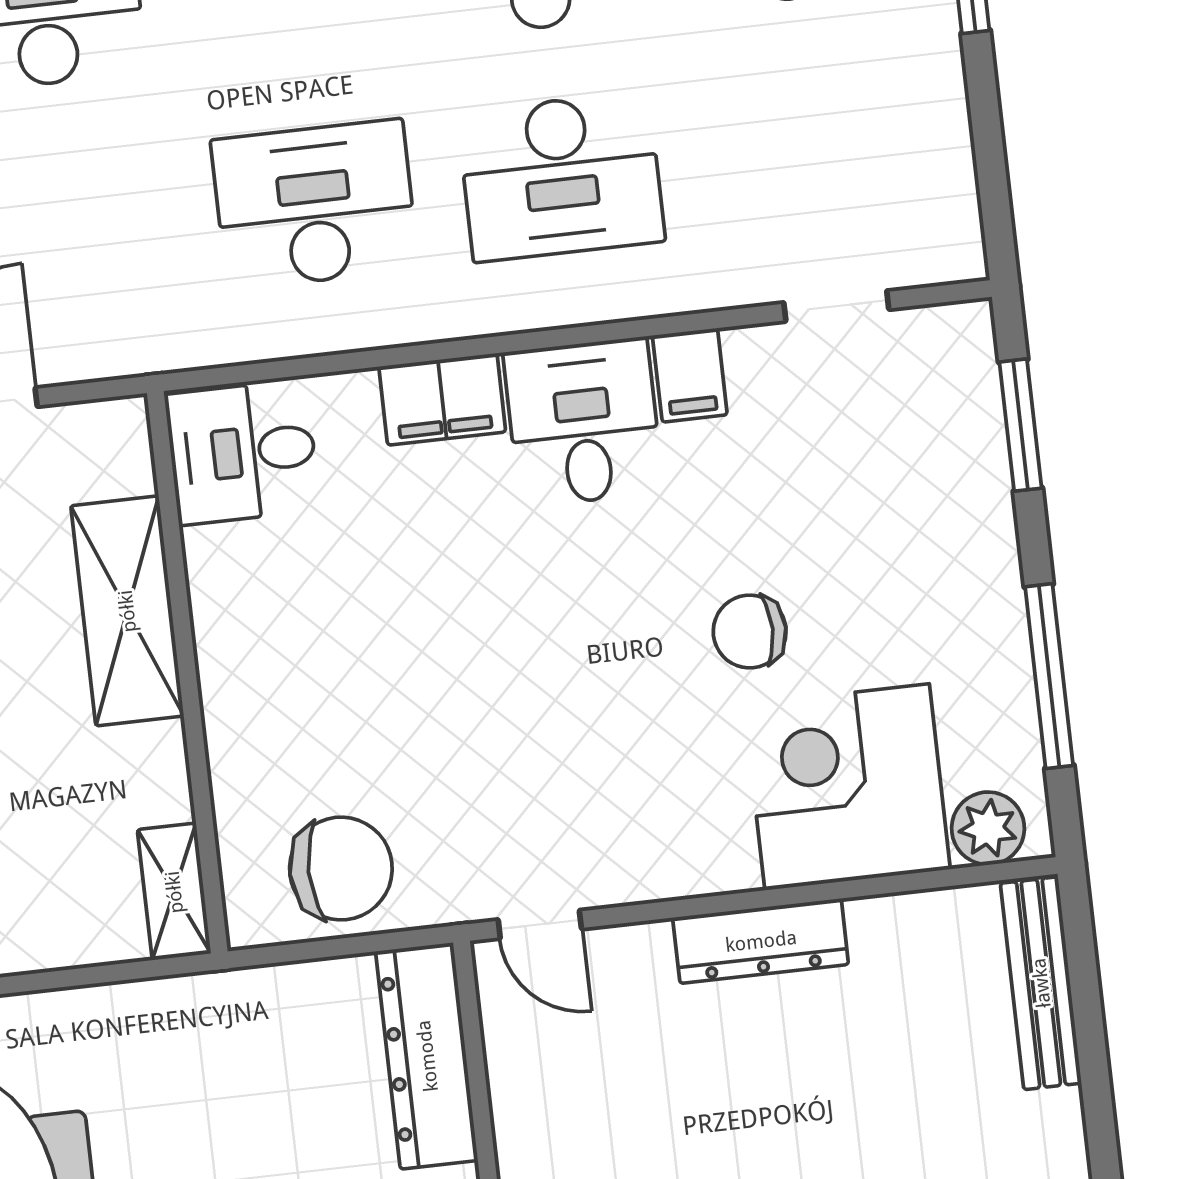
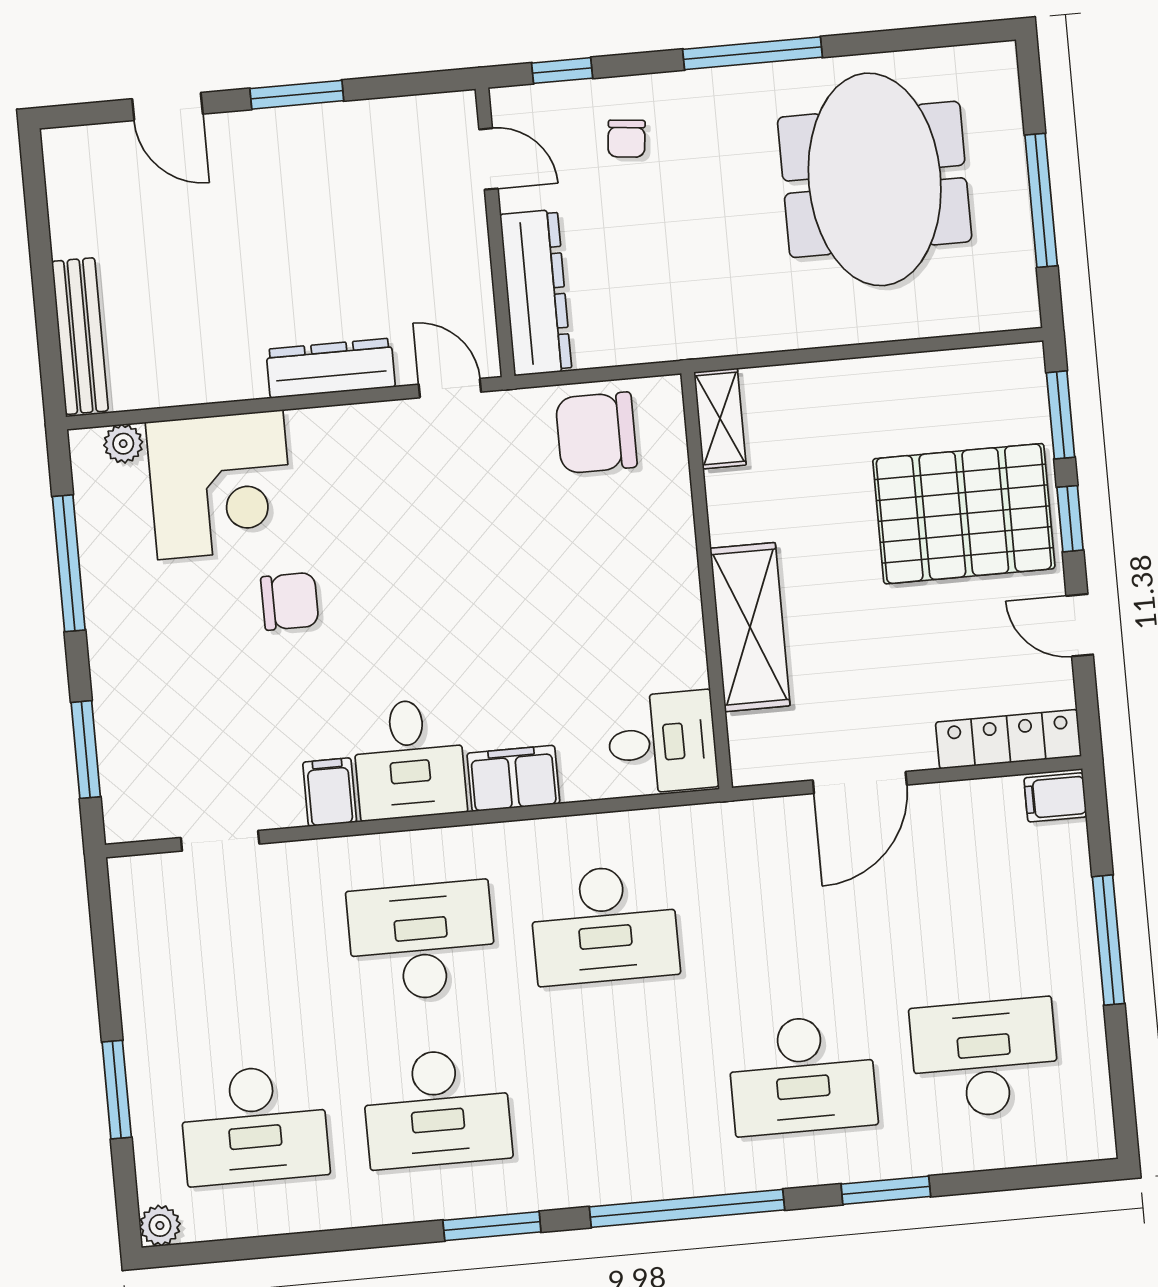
plant: (988, 828) -> (123, 444), width x0.73, depth x0.73
dresser: (761, 941) -> (331, 368), moved

